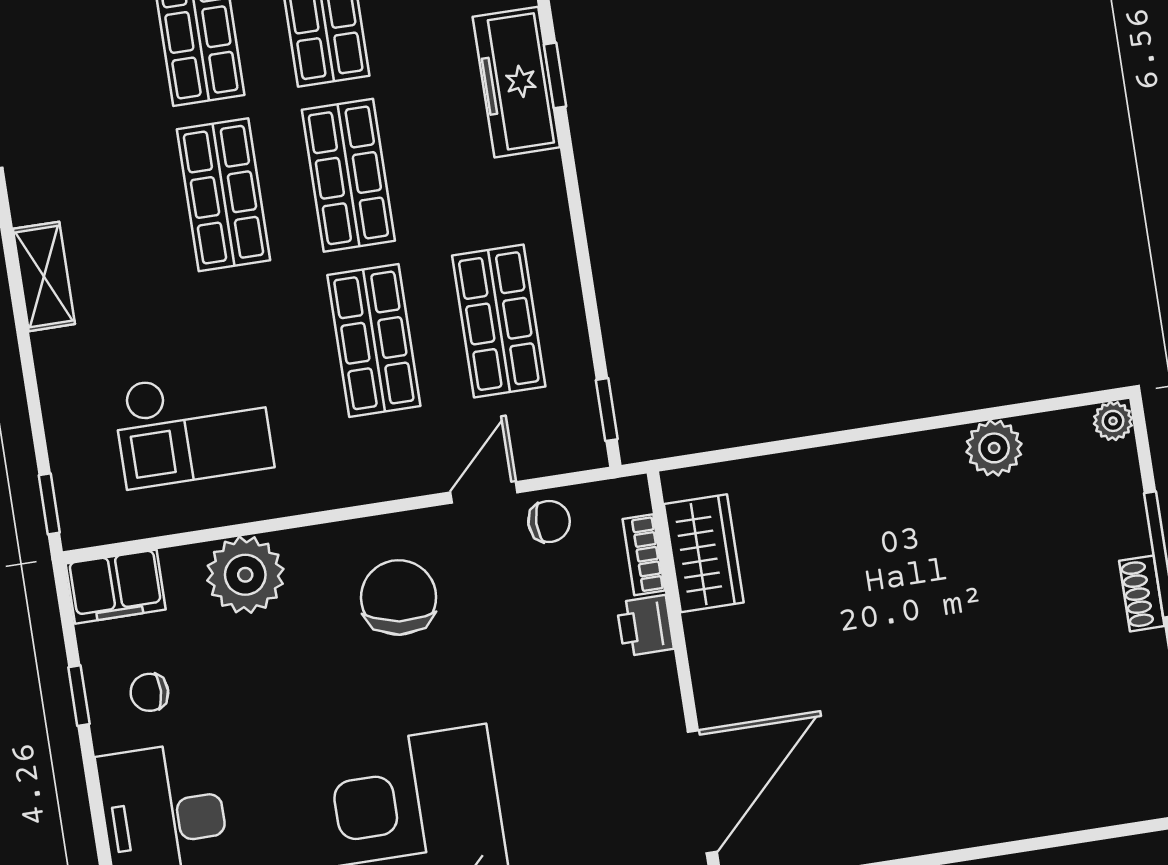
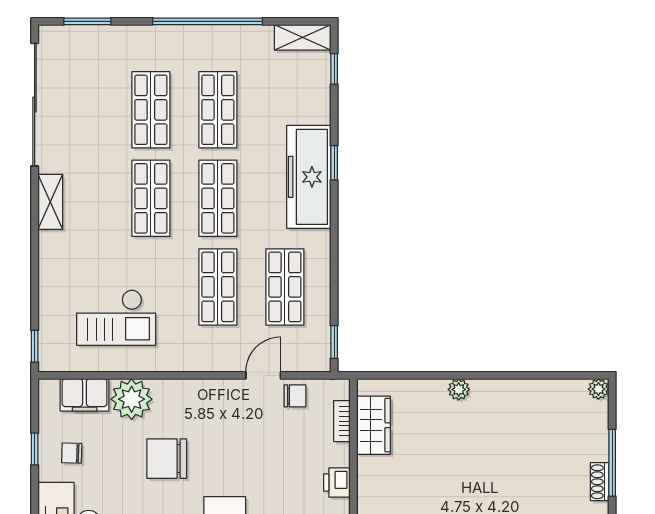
freezer: (516, 82) -> (309, 177), width x1.36, depth x1.26
shelving: (44, 276) -> (50, 202), moved
plant: (994, 448) -> (459, 389), moved, width x0.73, depth x0.73
filing cabinet: (116, 587) -> (85, 395), moved
chair: (399, 597) -> (167, 459), moved, turned -97
printer: (645, 626) -> (337, 483), moved

